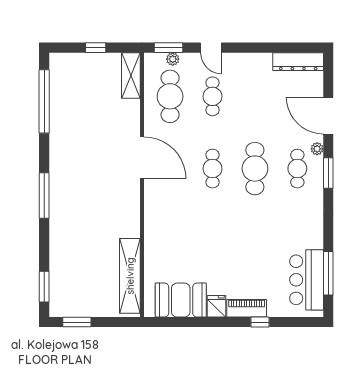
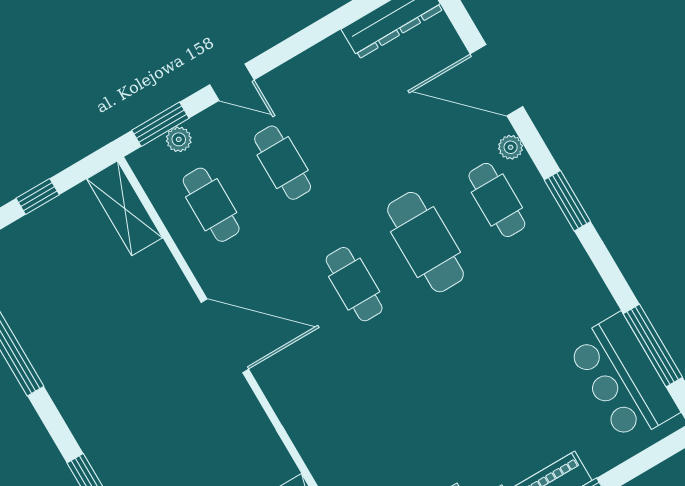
cafe table: (170, 96) -> (211, 205), width x0.73, depth x0.74
window: (328, 173) -> (567, 201), moved

